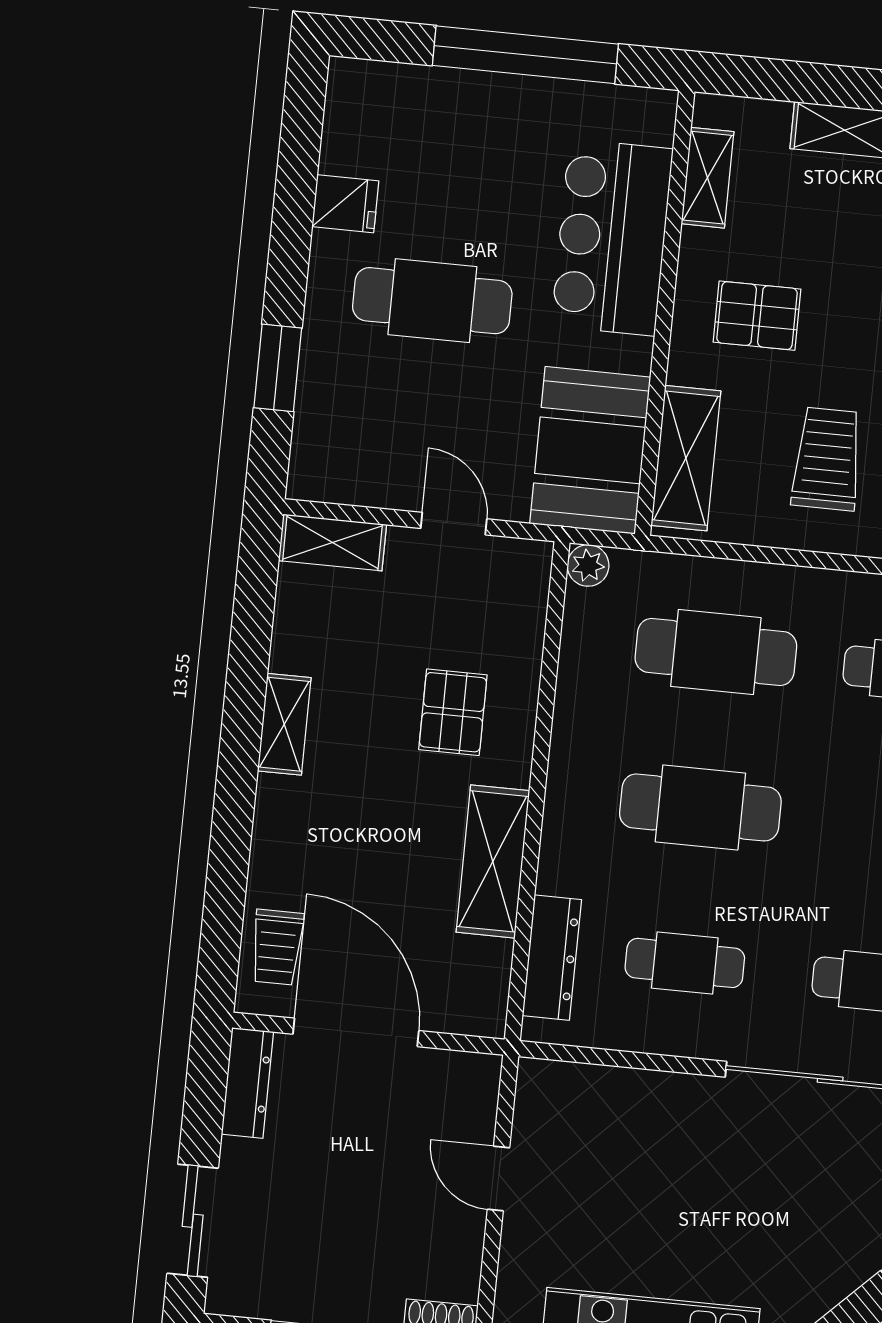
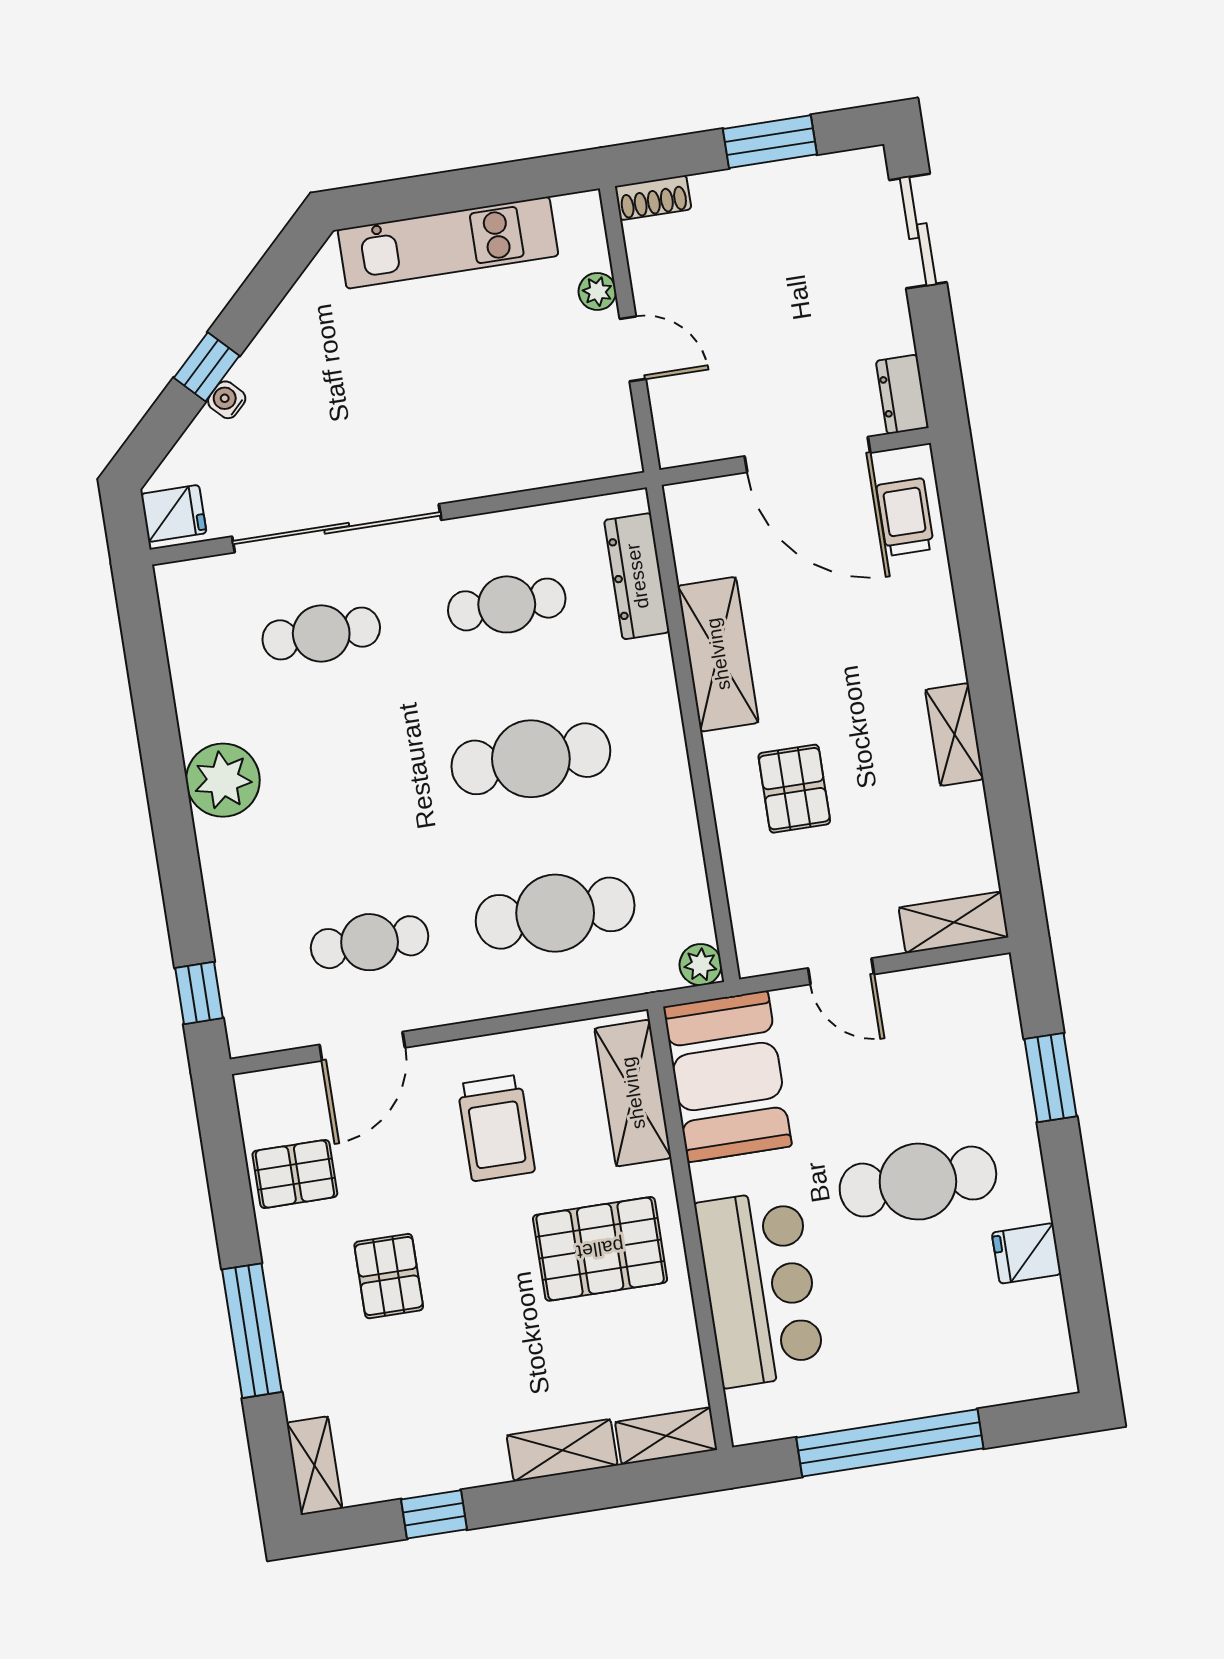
shelving: (707, 178) -> (666, 1436), moved, turned 90
pallet: (757, 316) -> (600, 1249), width x1.50, depth x1.42
dresser: (247, 1083) -> (902, 394), width x0.70
plant: (518, 1243) -> (597, 291), added

